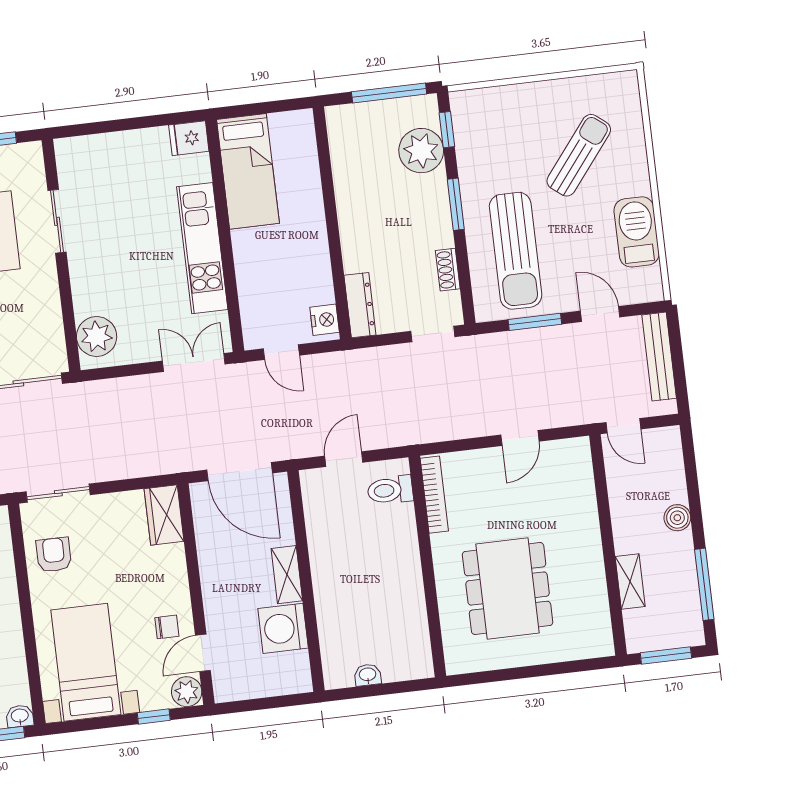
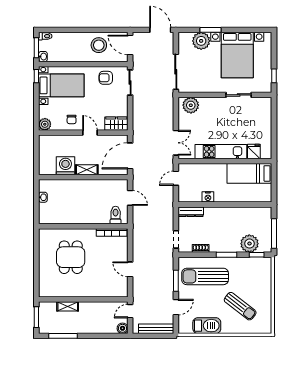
fridge: (189, 138) -> (254, 151), moved
nightstand: (325, 320) -> (208, 197), moved
boiler: (677, 518) -> (123, 328), moved
armchair: (54, 555) -> (106, 78), turned 180
dining table: (508, 589) -> (71, 257), width x0.73
door: (203, 653) -> (90, 133), moved
window: (154, 717) -> (36, 76), moved

